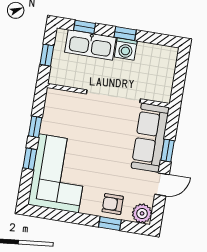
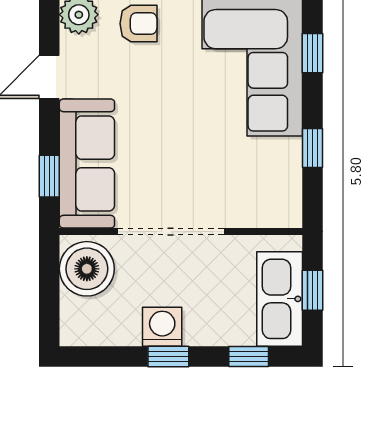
kitchen sink: (90, 45) -> (280, 299), moved, turned -90
boiler: (159, 85) -> (87, 269), added
window: (168, 151) -> (49, 176), moved
window: (30, 159) -> (313, 53), moved

